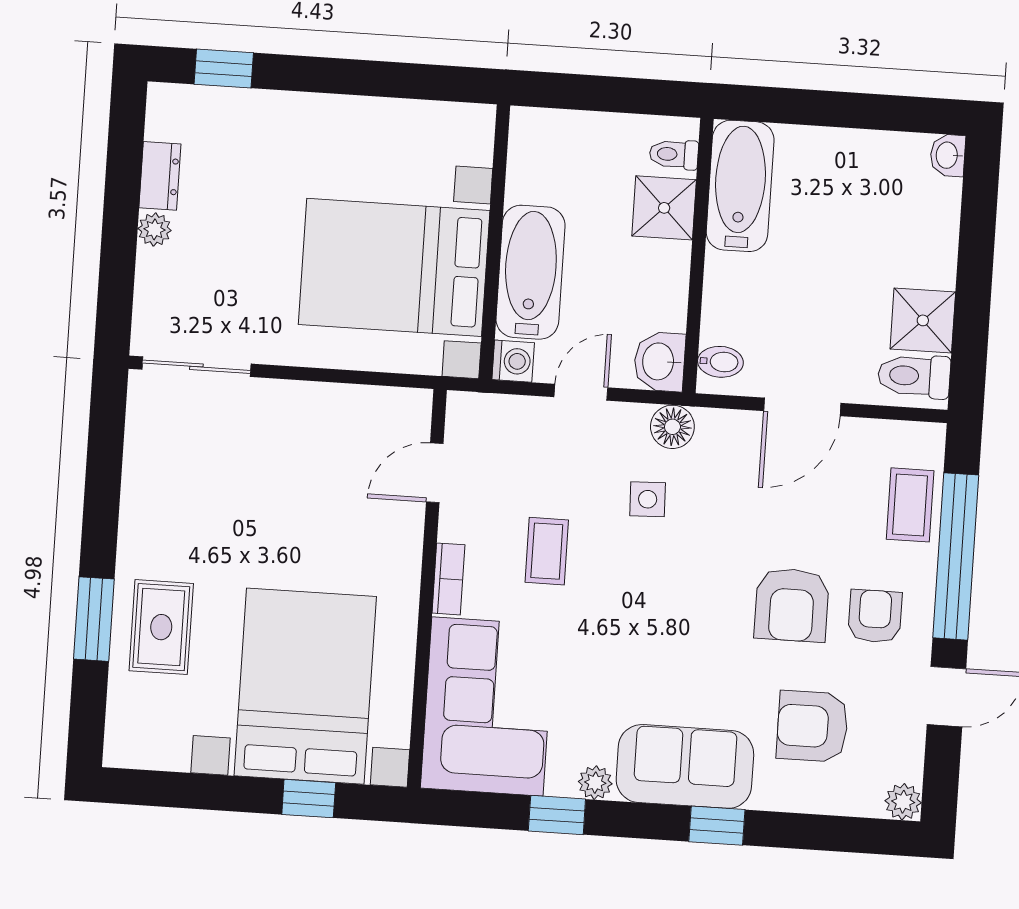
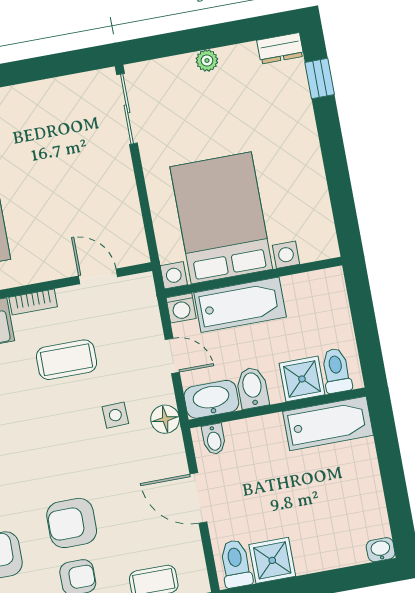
toilet: (674, 154) -> (336, 371), width x1.37, depth x1.39
dresser: (160, 176) -> (280, 48), moved
bidet: (659, 285) -> (252, 388), added
washbasin: (660, 362) -> (211, 399), width x1.38
coffee table: (547, 551) -> (66, 360), width x1.36, depth x1.30

